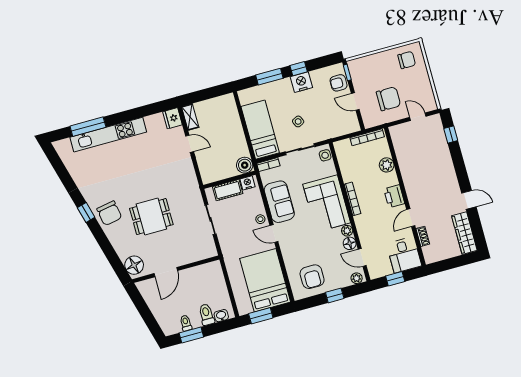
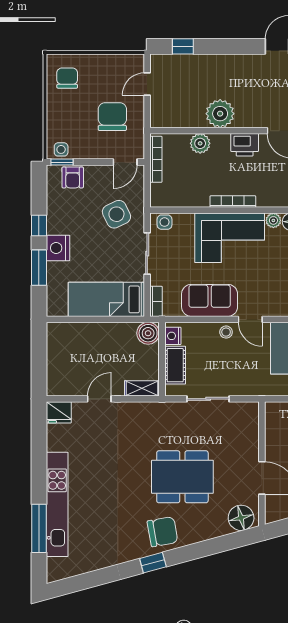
side table: (356, 69) -> (61, 149), added
nightstand: (301, 82) -> (58, 248), moved
door: (355, 101) -> (125, 162), moved
shelving: (190, 117) -> (142, 388), moved
side table: (298, 121) -> (116, 214), moved, width x1.87, depth x1.87
plant: (411, 173) -> (220, 114), added
dining table: (151, 217) -> (182, 477), width x1.37
door: (274, 234) -> (250, 319), hinge flipped

